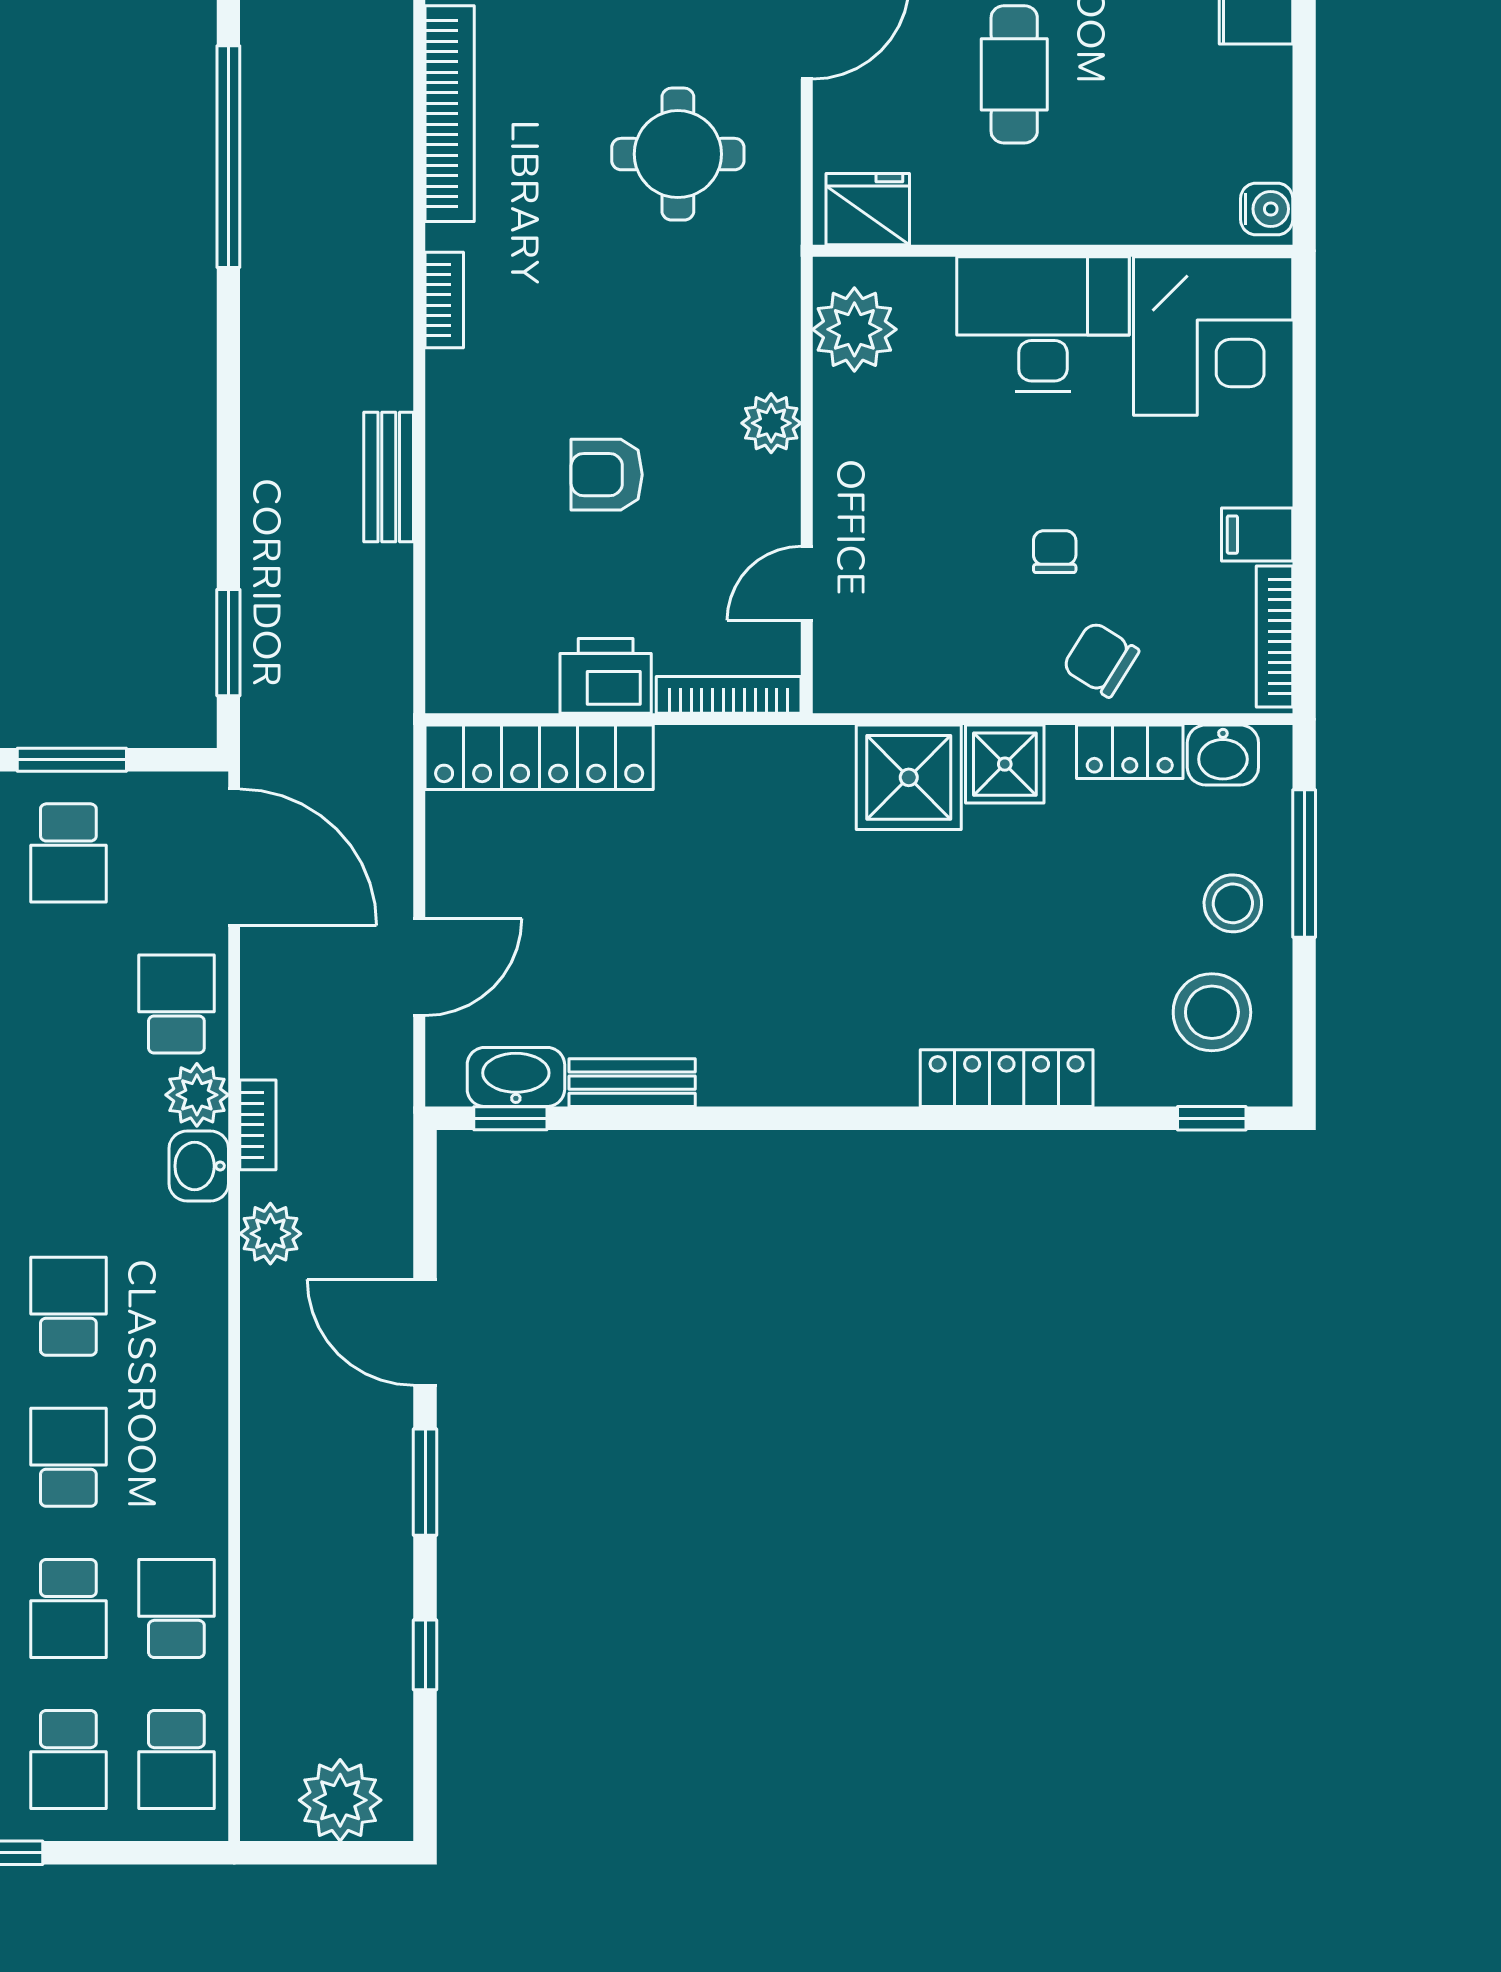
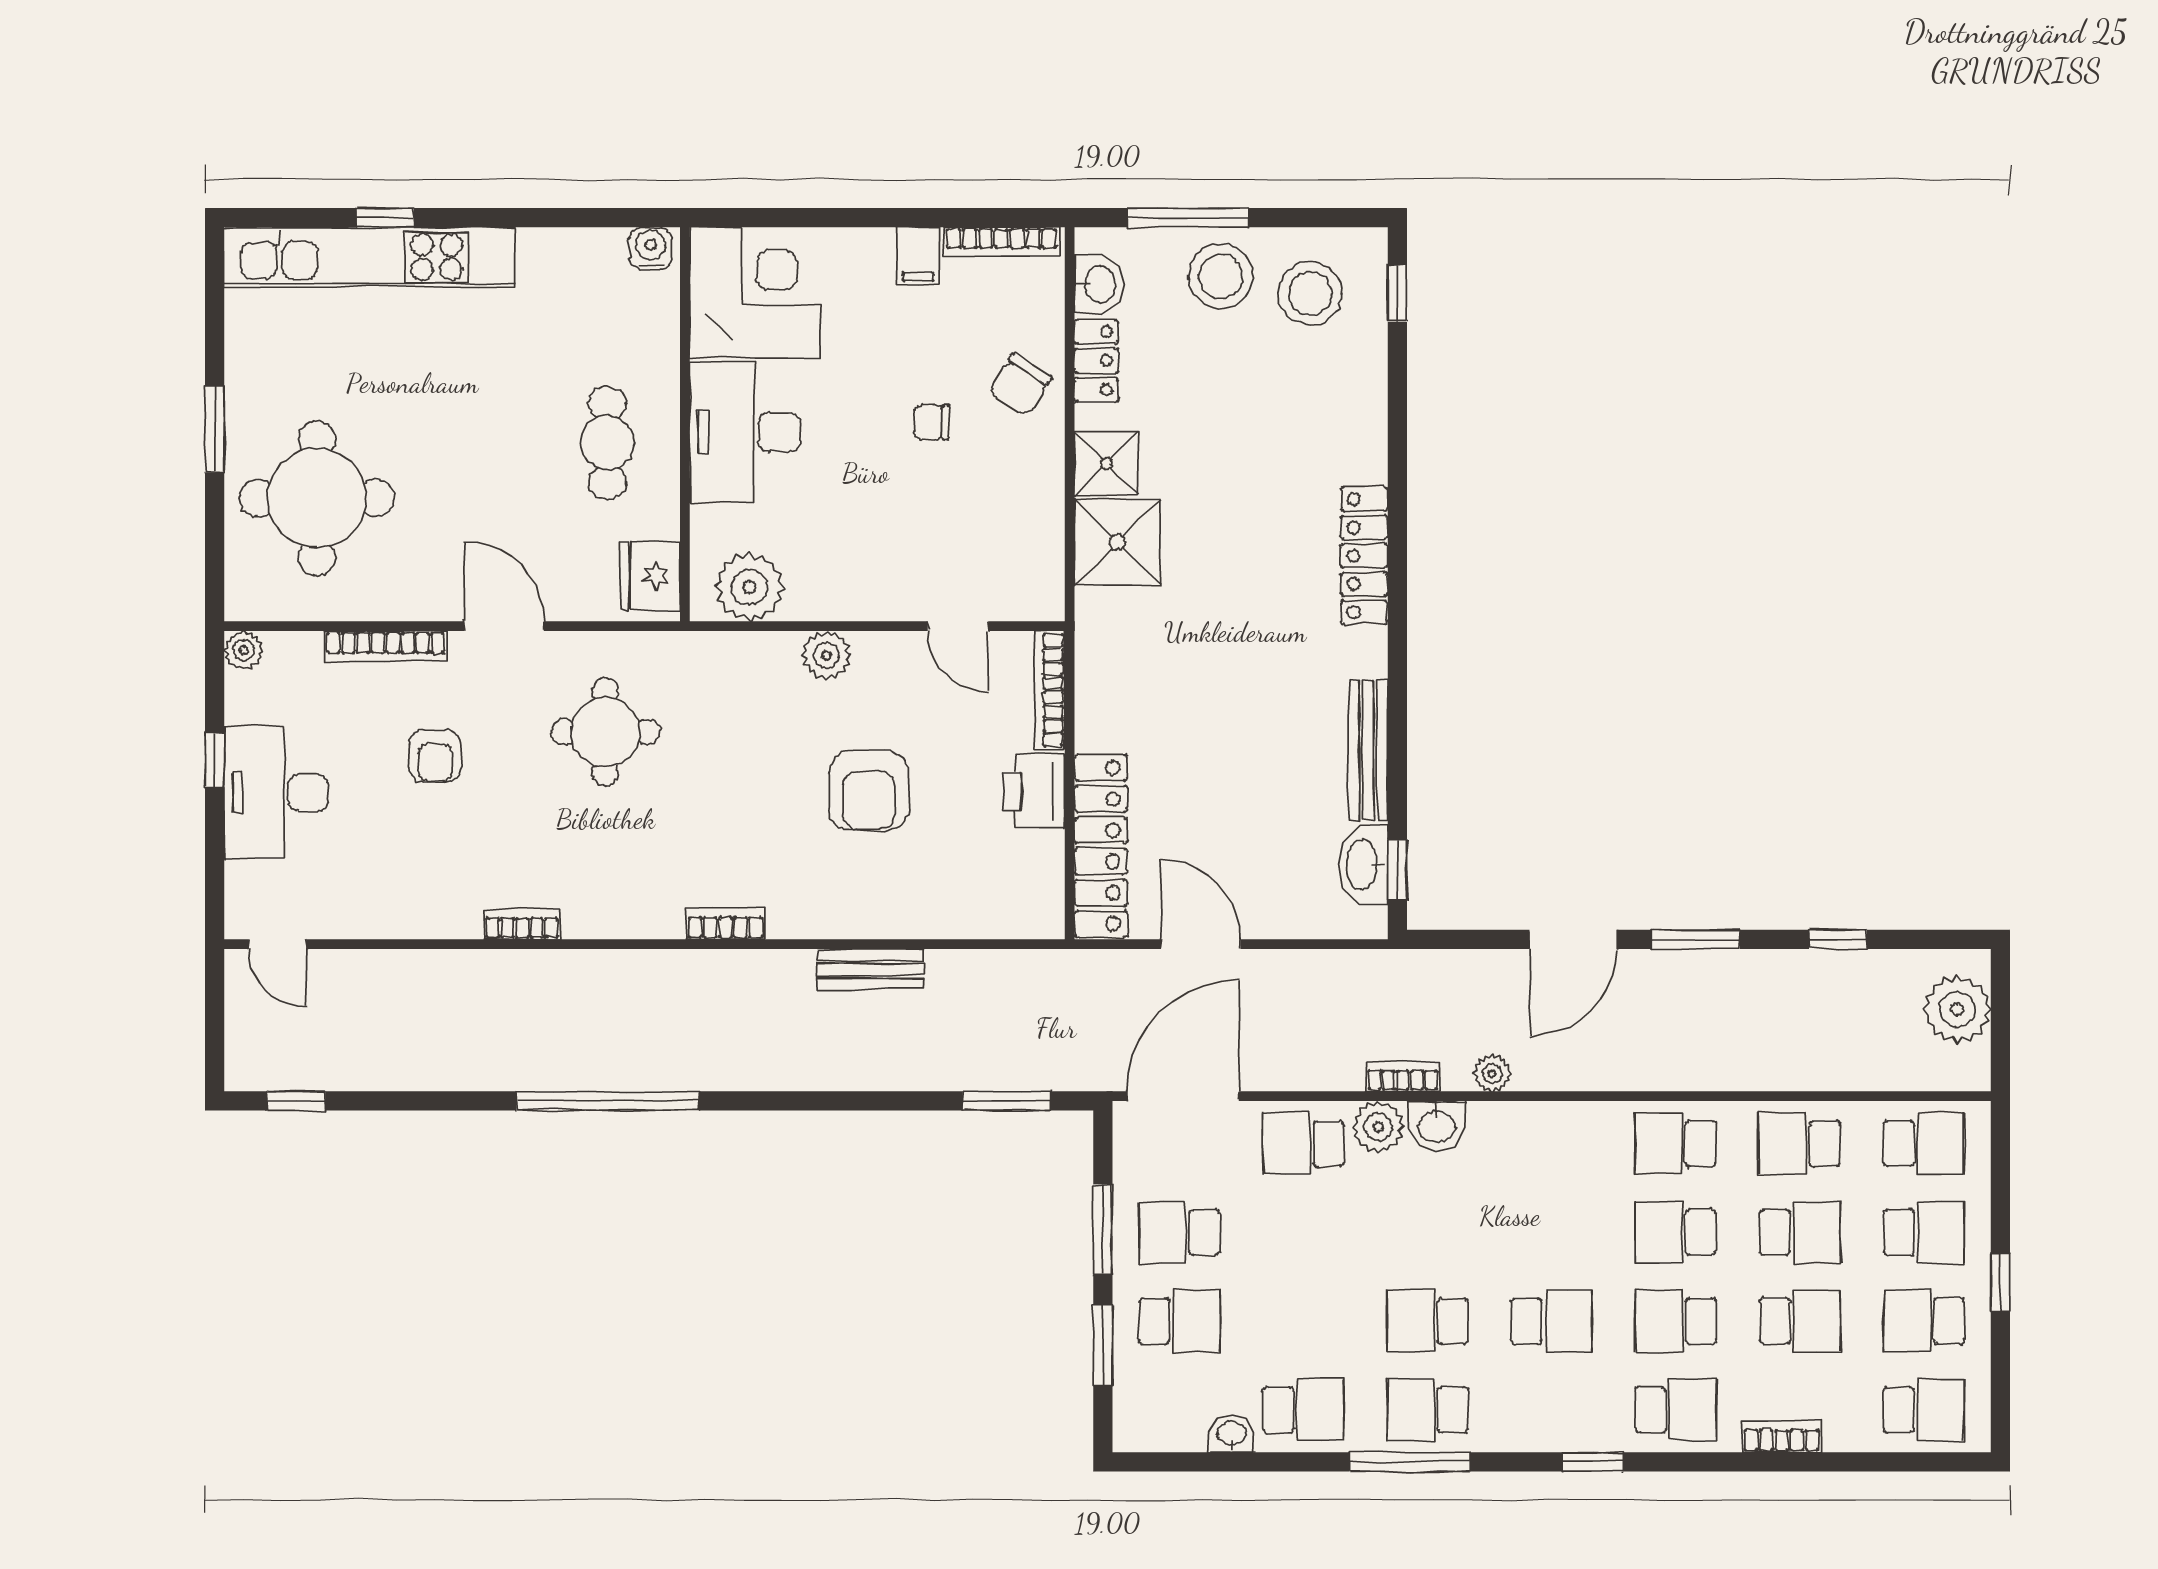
cafe table: (1014, 74) -> (607, 443), moved, turned 90
bookcase: (450, 114) -> (522, 924), width x0.43, depth x0.76
armchair: (607, 475) -> (869, 790), width x1.38, depth x1.38
school desk: (68, 853) -> (1179, 1232), turned 180
stool: (1233, 903) -> (1221, 276), width x1.38, depth x1.38
door: (419, 967) -> (1201, 944), moved
locker: (1007, 1078) -> (1364, 556), moved
bench: (632, 1083) -> (1368, 751), width x1.36
plant: (270, 1234) -> (1492, 1073), width x0.73, depth x0.73
school desk: (68, 1306) -> (1676, 1144), moved

